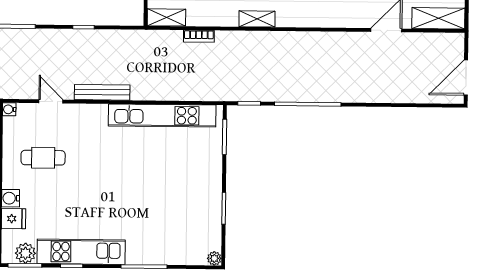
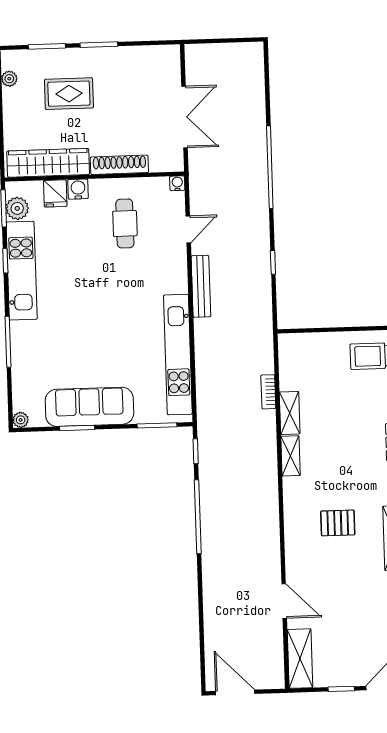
shelving: (166, 17) -> (290, 413), moved
sofa: (205, 196) -> (89, 407), added

